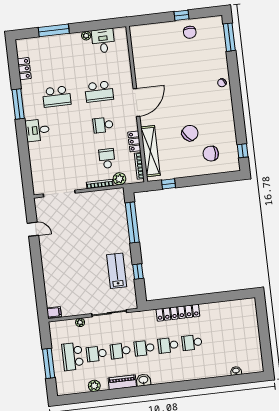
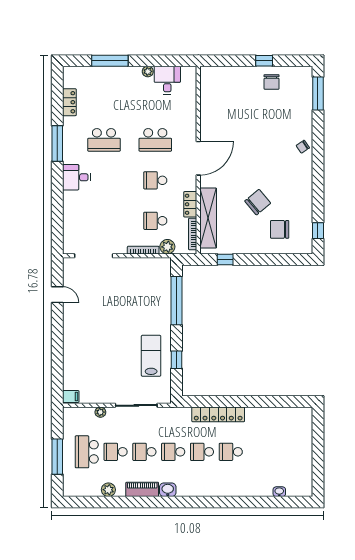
school desk: (107, 158) -> (155, 221), turned -90

